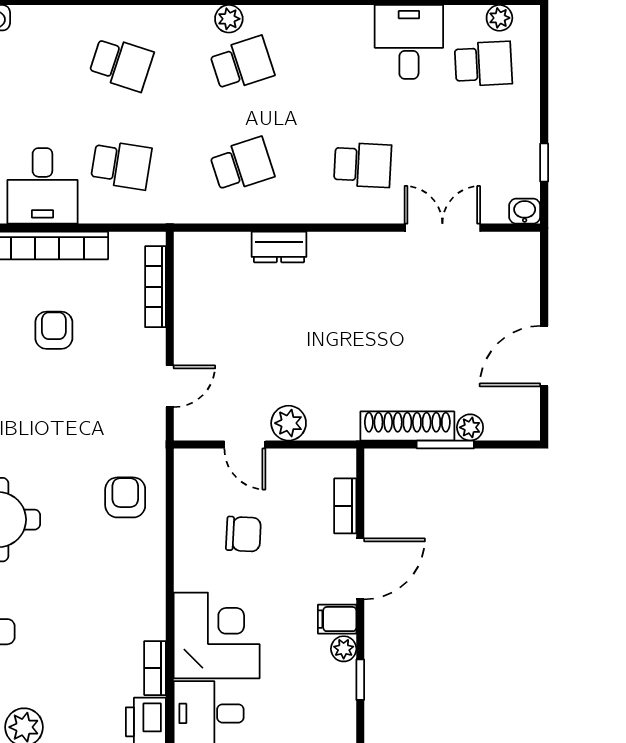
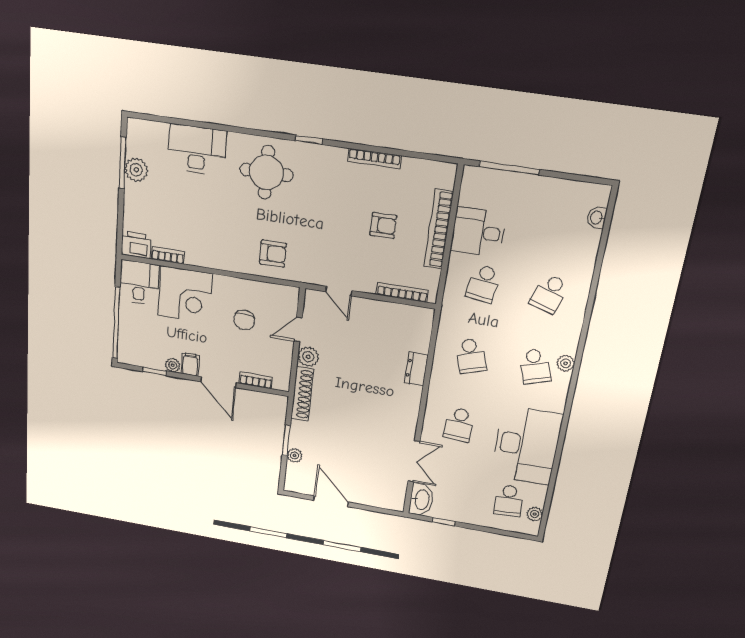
desk: (409, 42) -> (526, 445), width x1.87, depth x1.30
washbasin: (525, 211) -> (421, 500), width x1.91, depth x1.45
shoe rack: (407, 426) -> (302, 394), moved

